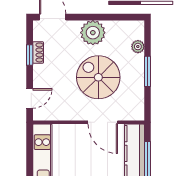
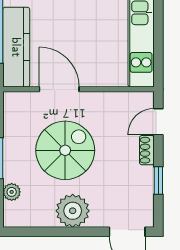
shoe rack: (38, 52) -> (147, 150), moved
spiral stairs: (98, 77) -> (65, 150), turned -90

